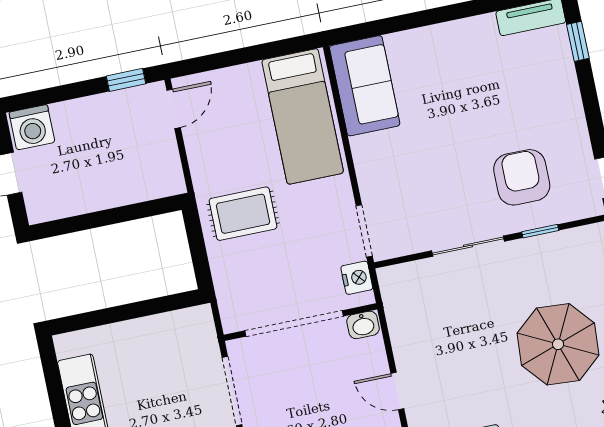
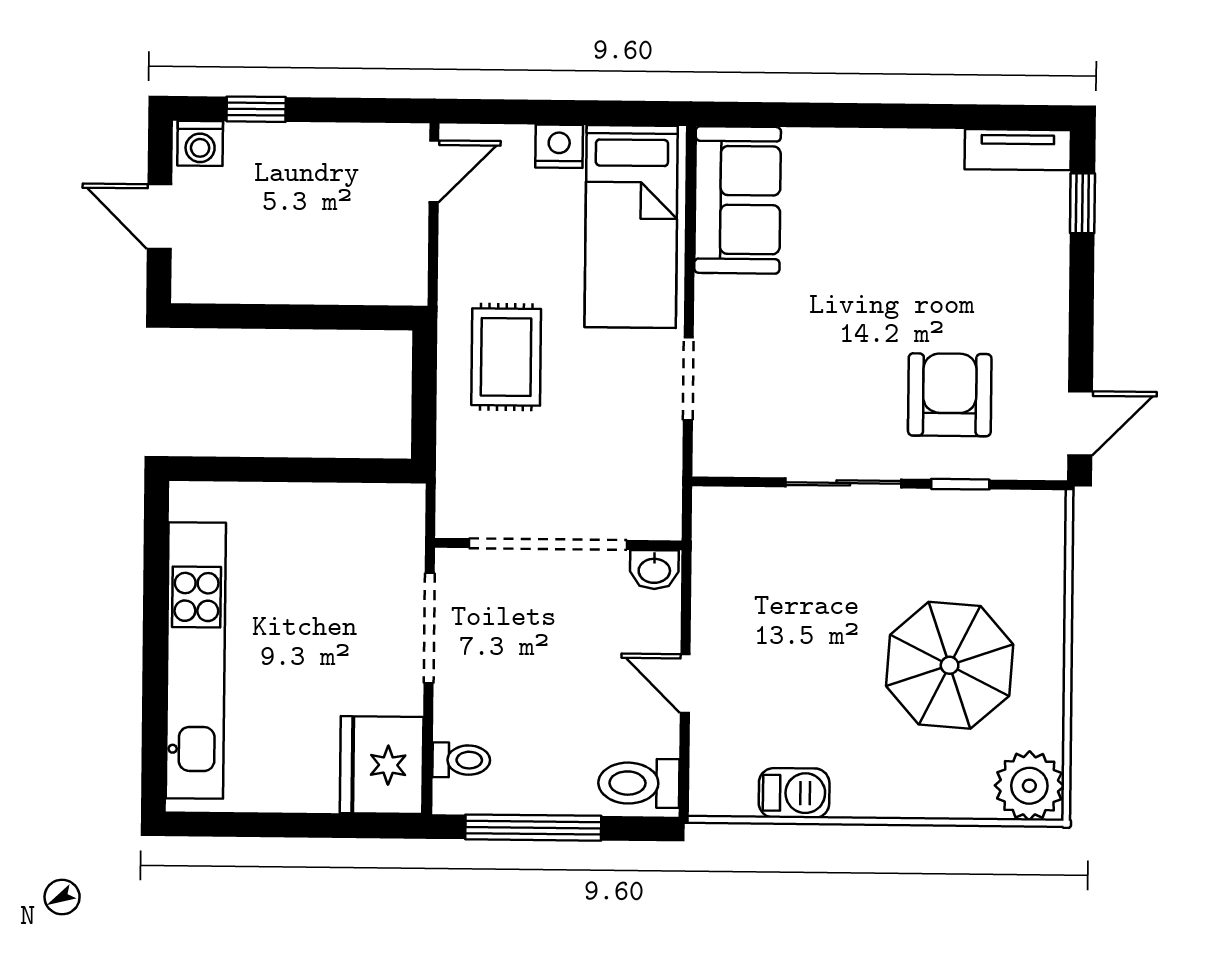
window: (126, 80) -> (256, 109), moved
washing machine: (32, 127) -> (200, 143), width x0.73, depth x0.73
rug: (243, 214) -> (506, 357), turned 90
doorway: (364, 231) -> (688, 379), moved
nightstand: (357, 278) -> (559, 146), moved, turned -90

